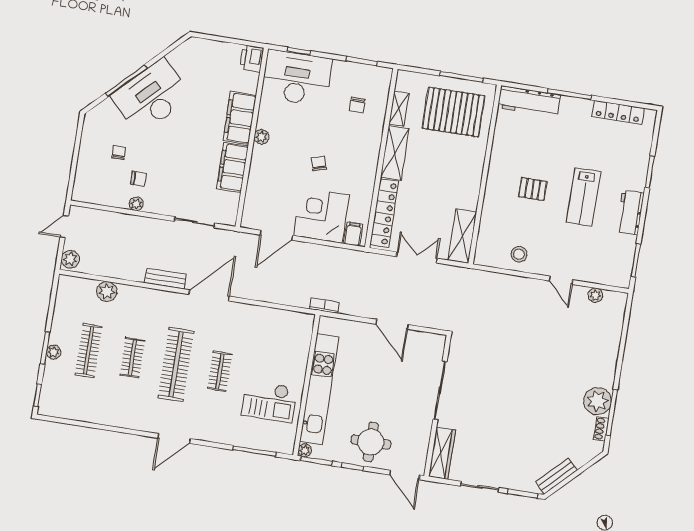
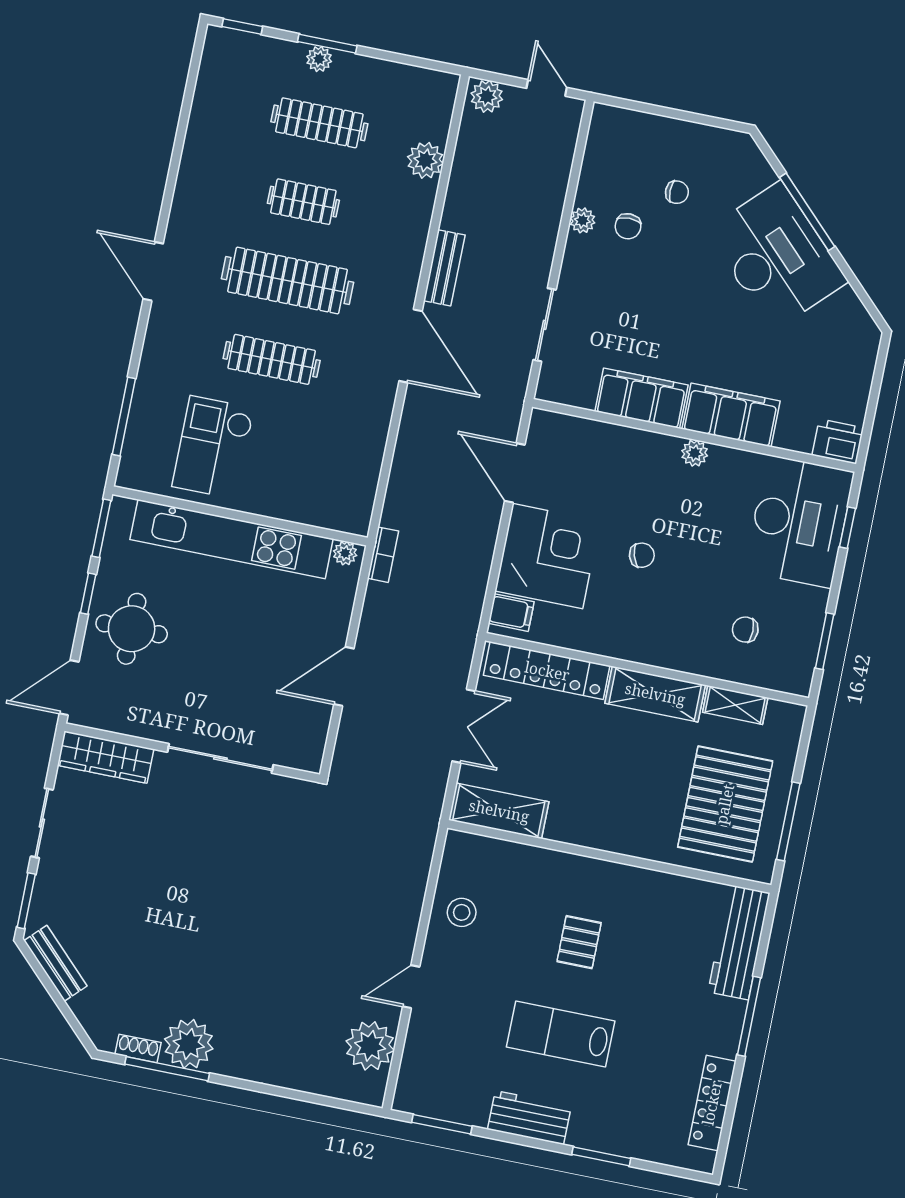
plant: (595, 295) -> (370, 1046), width x1.87, depth x1.87
clothes rail: (220, 371) -> (272, 359), width x1.36
plant: (305, 450) -> (345, 553), moved

